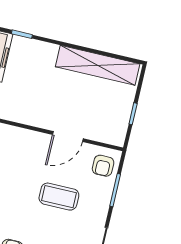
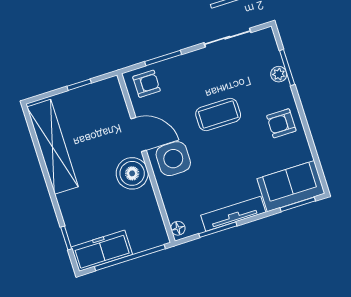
boiler: (41, 114) -> (132, 173), added
side table: (34, 152) -> (173, 159), added
coffee table: (59, 197) -> (218, 115), moved, turned 90

